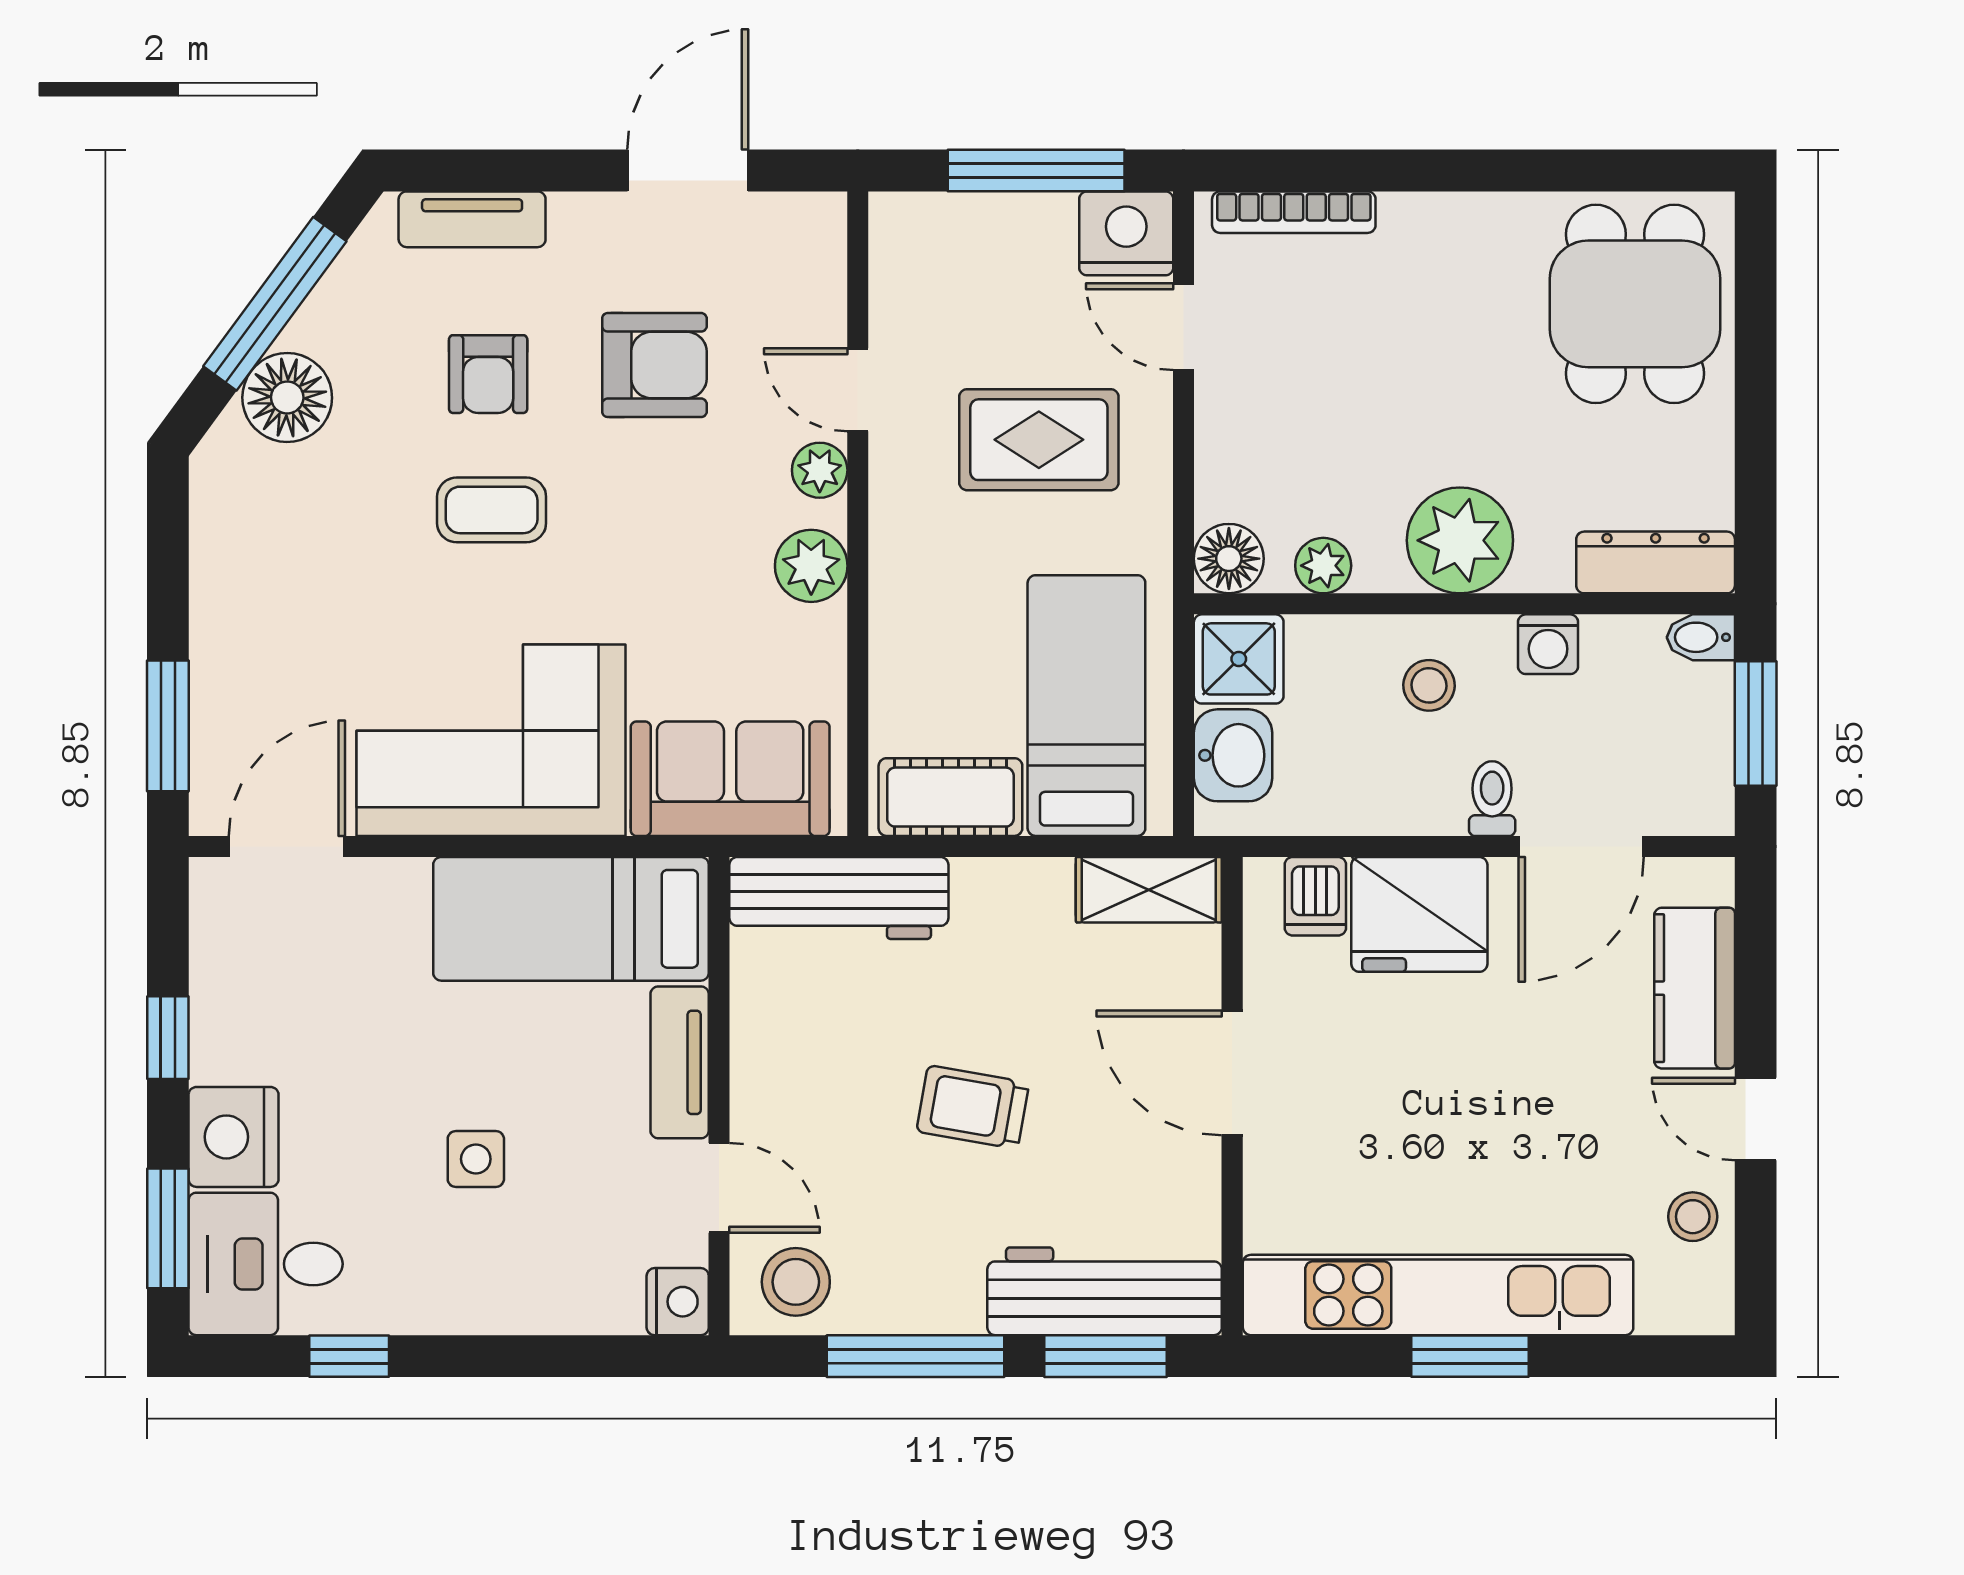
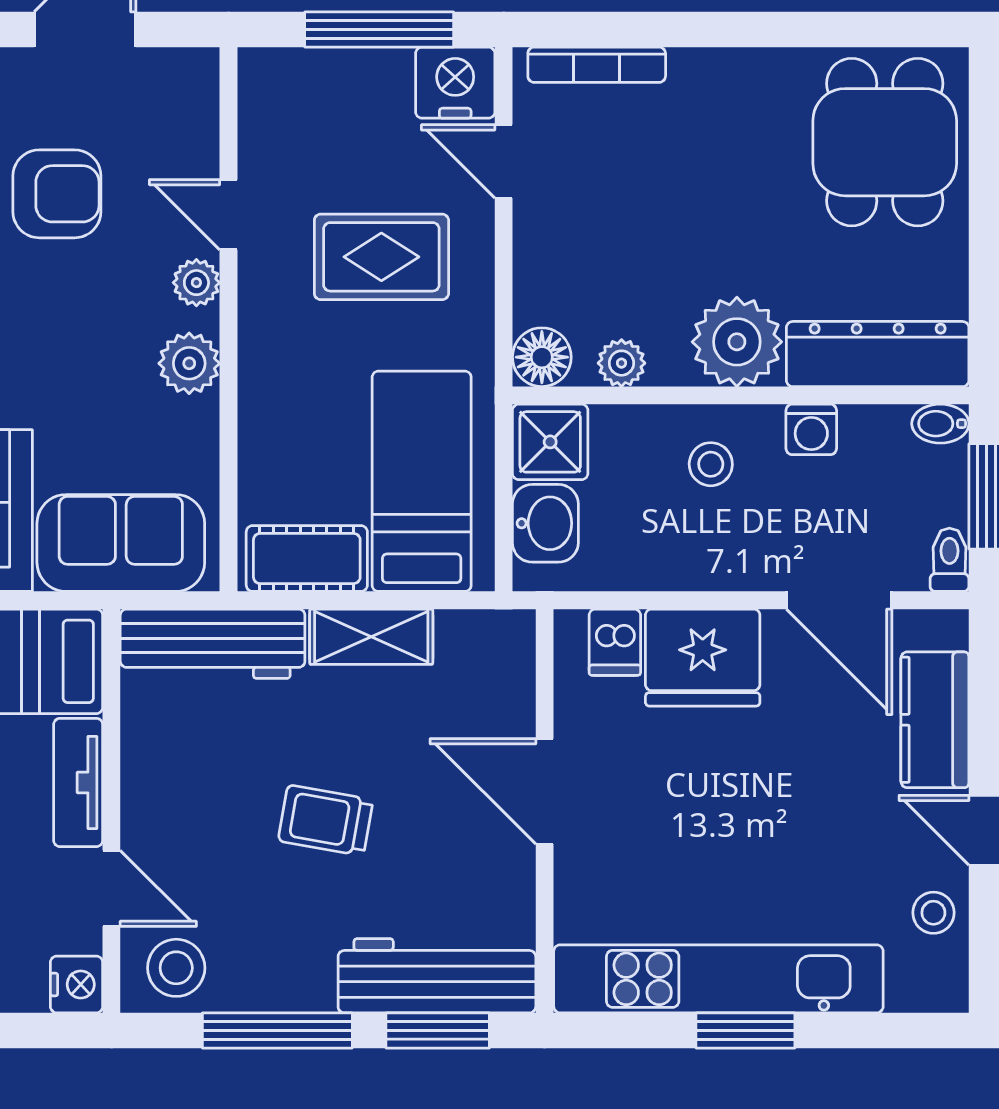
dresser: (1656, 562) -> (878, 354), width x1.37, depth x1.24
toilet: (1492, 799) -> (949, 560), moved
door: (1581, 846) -> (839, 600), hinge flipped
shelving: (1149, 890) -> (371, 637), moved

